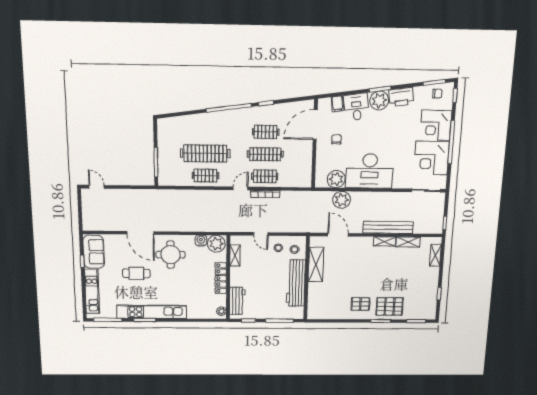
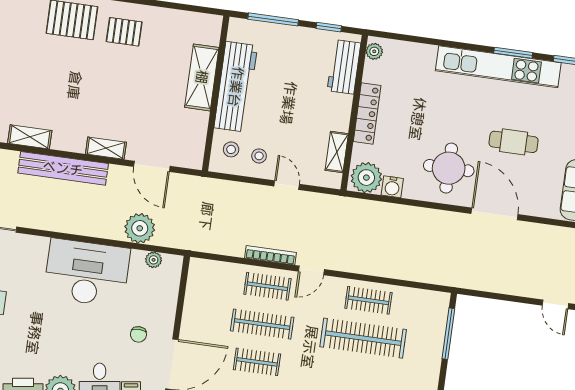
plant: (336, 179) -> (154, 260), width x0.53, depth x0.53
shelving: (385, 241) -> (106, 148), moved
shelving: (316, 265) -> (202, 77), moved

